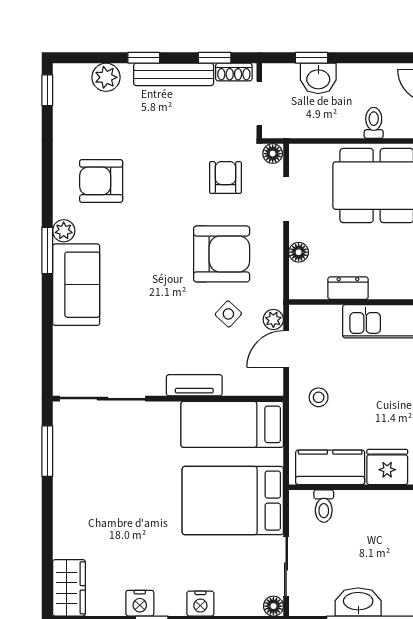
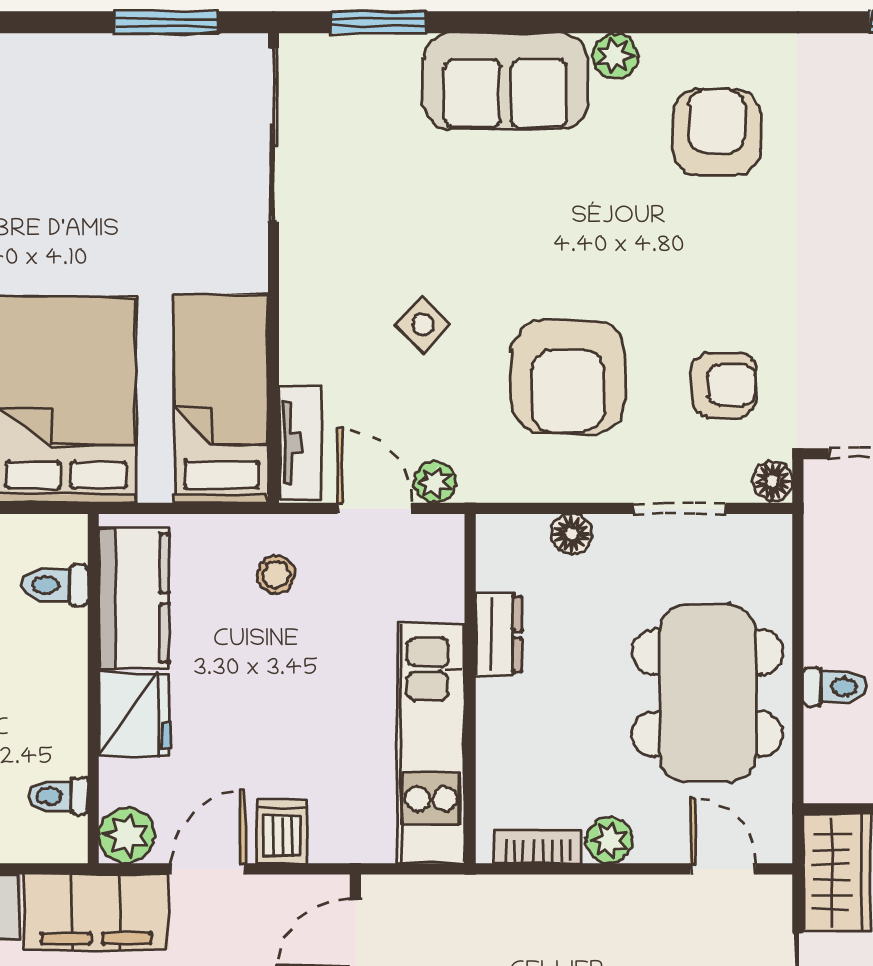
window: (47, 250) -> (378, 22), moved
side table: (228, 314) -> (423, 325), moved
tv unit: (194, 385) -> (301, 443), moved

